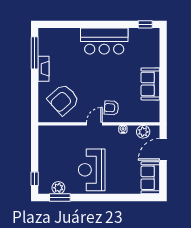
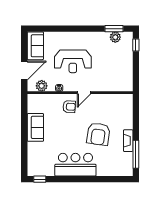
armchair: (63, 100) -> (98, 134), moved, turned 140
reception desk: (92, 170) -> (73, 61), moved, turned 90

